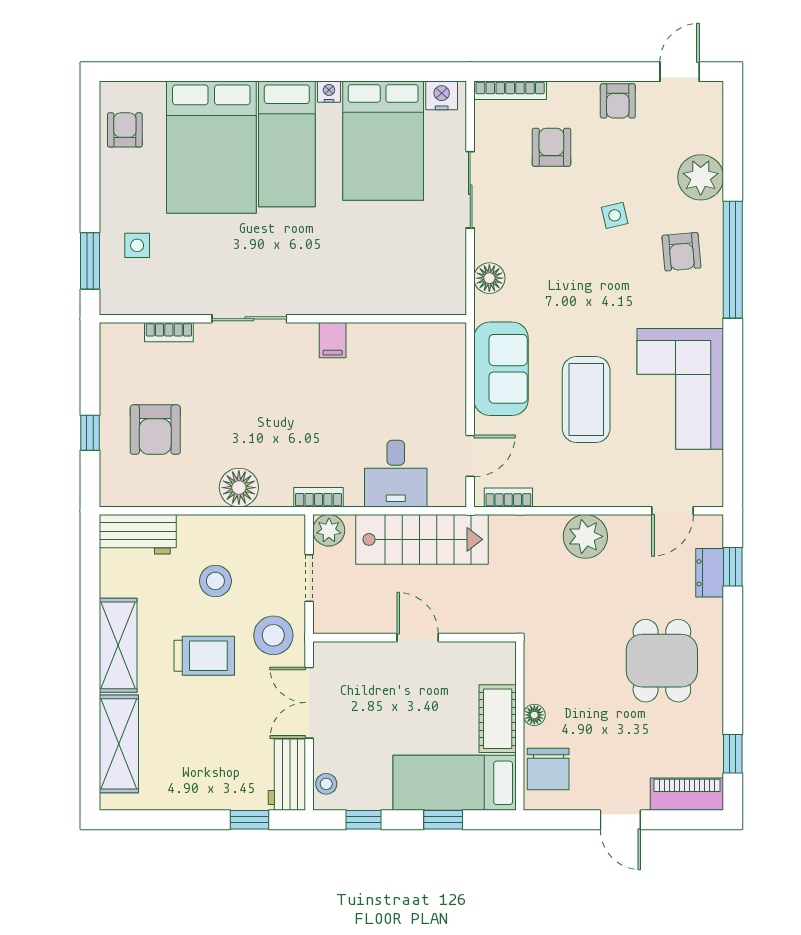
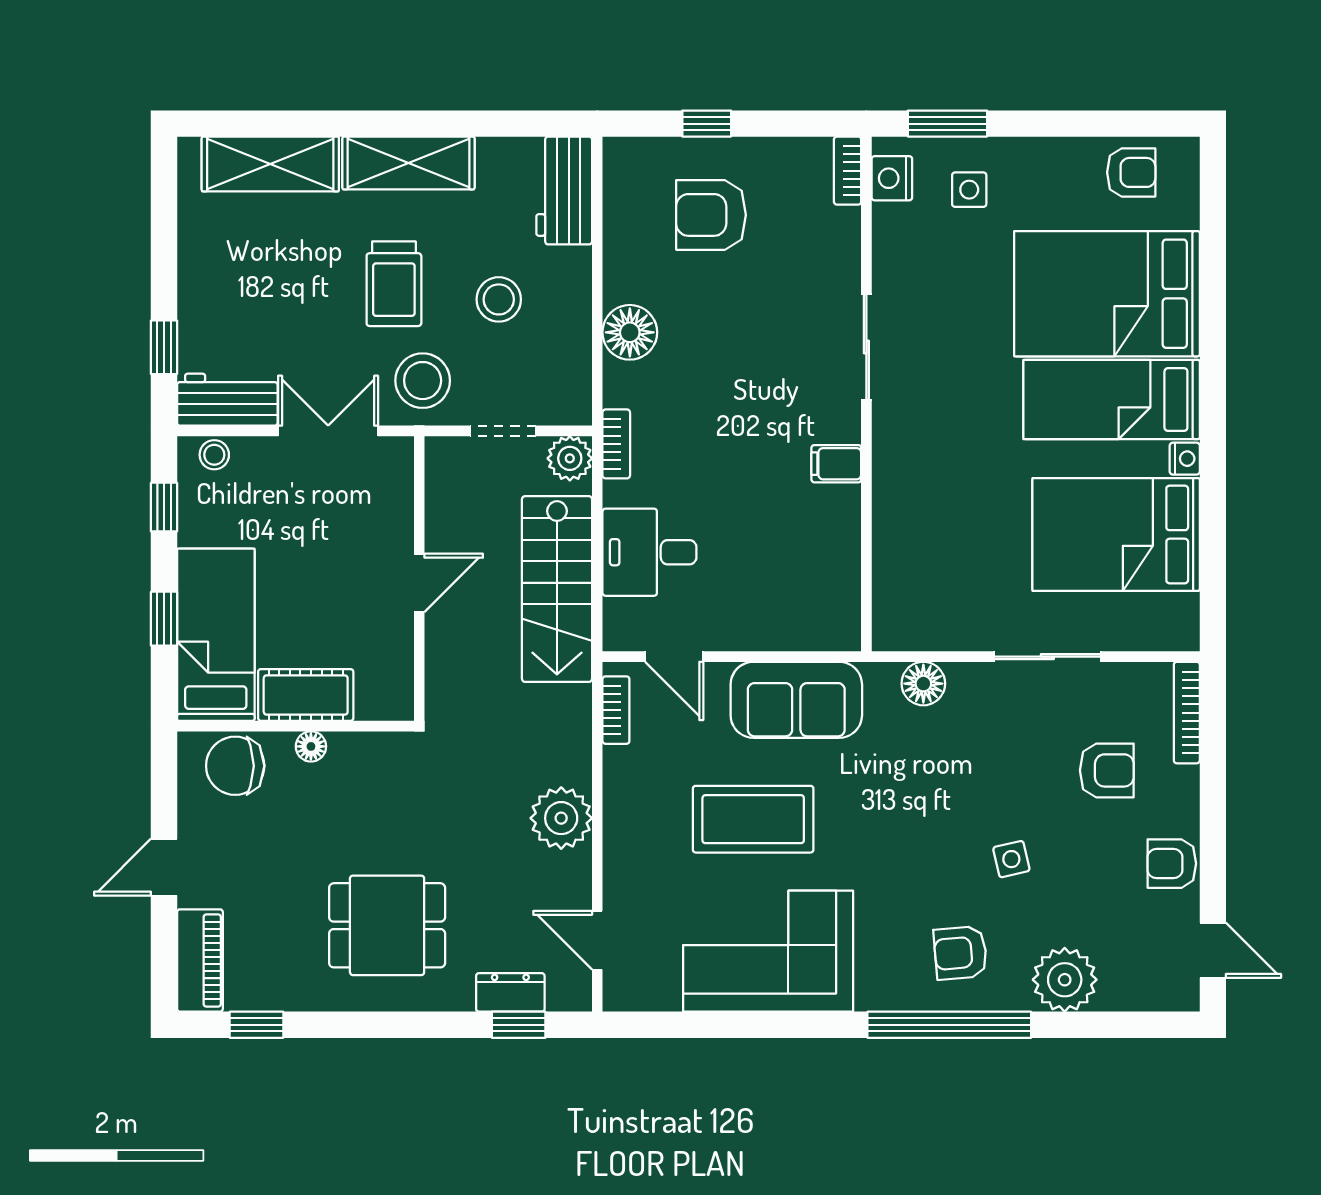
nightstand: (442, 95) -> (892, 178), moved, turned 180
bookcase: (169, 332) -> (848, 171), moved

